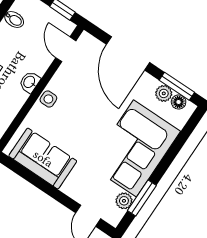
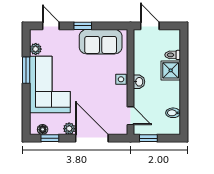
window: (177, 86) -> (50, 138), width x0.67
plant: (164, 93) -> (69, 129), moved
window: (51, 191) -> (83, 26), added
window: (142, 198) -> (26, 70), moved

